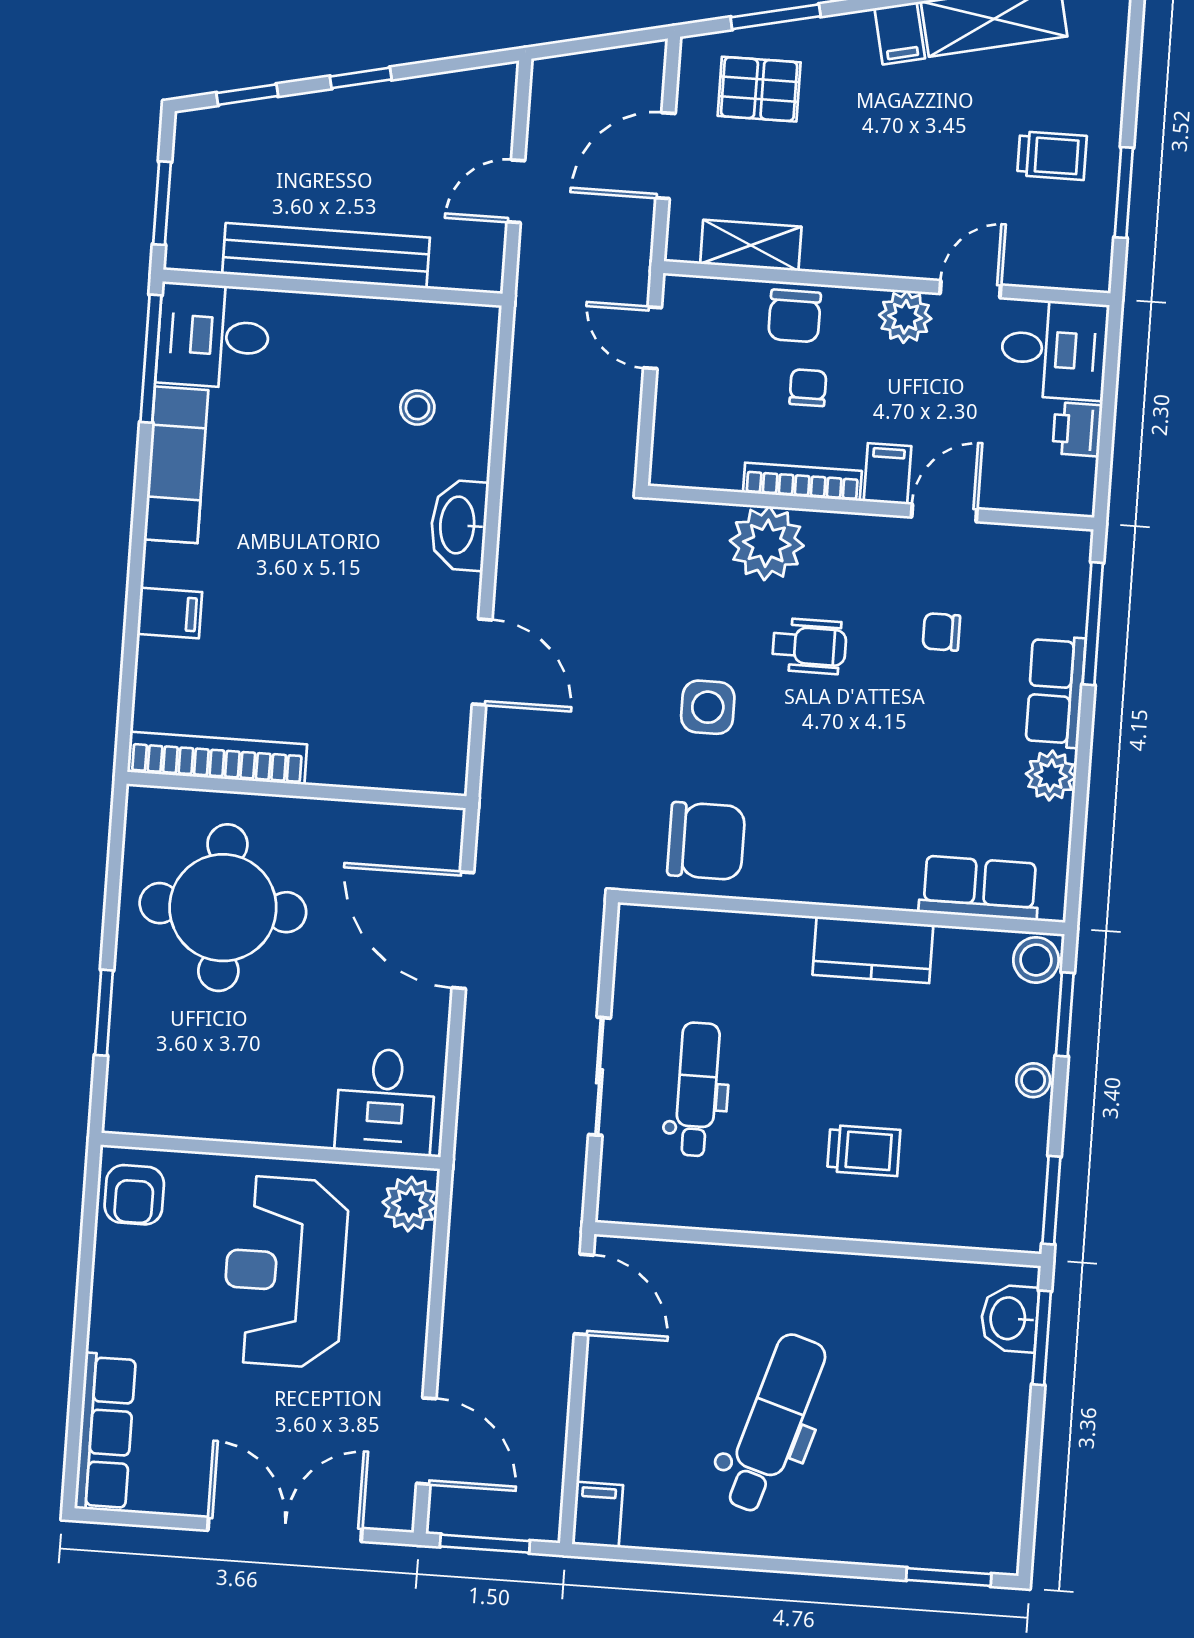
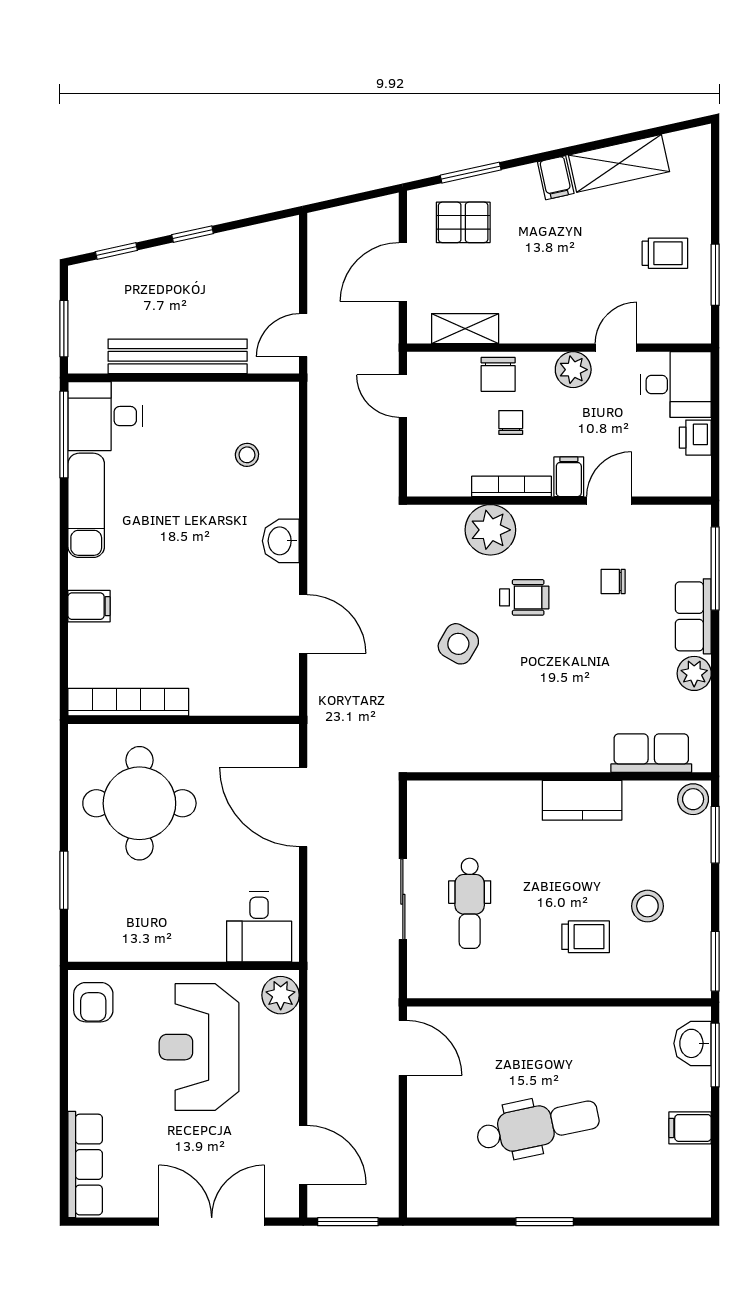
door: (516, 191) -> (303, 335), moved
washbasin: (459, 525) -> (281, 541), width x0.72
side table: (708, 707) -> (458, 644), turned 30
chair: (706, 841) -> (464, 735), removed
stool: (1033, 1080) -> (647, 906), moved, width x1.37, depth x1.37
dental chair: (697, 1089) -> (470, 903), turned 180
dental chair: (774, 1423) -> (538, 1126), turned 61
filing cabinet: (597, 1515) -> (690, 1128), moved, turned -90
window: (949, 1577) -> (545, 1222), moved

